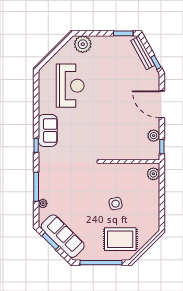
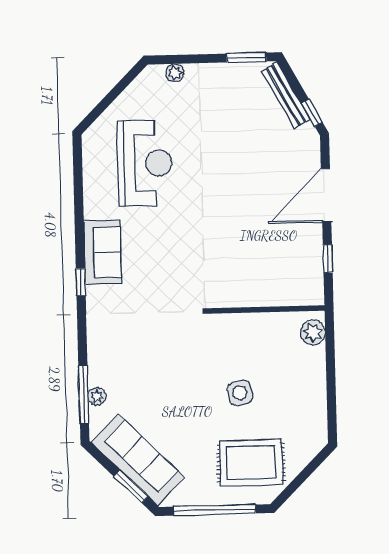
plant: (83, 44) -> (175, 73), width x0.53, depth x0.53
door: (162, 104) -> (326, 195), hinge flipped
plant: (154, 136) -> (311, 257), removed
window: (162, 147) -> (328, 259), moved
window: (36, 187) -> (84, 395), moved
window: (50, 241) -> (131, 487), moved

